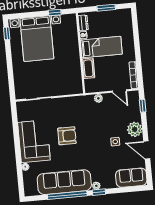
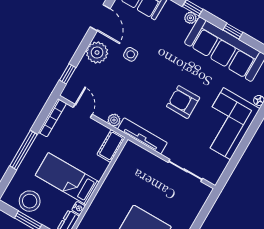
stool: (113, 20) -> (30, 201), added
window: (137, 46) -> (23, 150), added
cot: (88, 68) -> (111, 146), moved
tv unit: (76, 101) -> (142, 136), added
window: (67, 195) -> (233, 31), width x0.32

